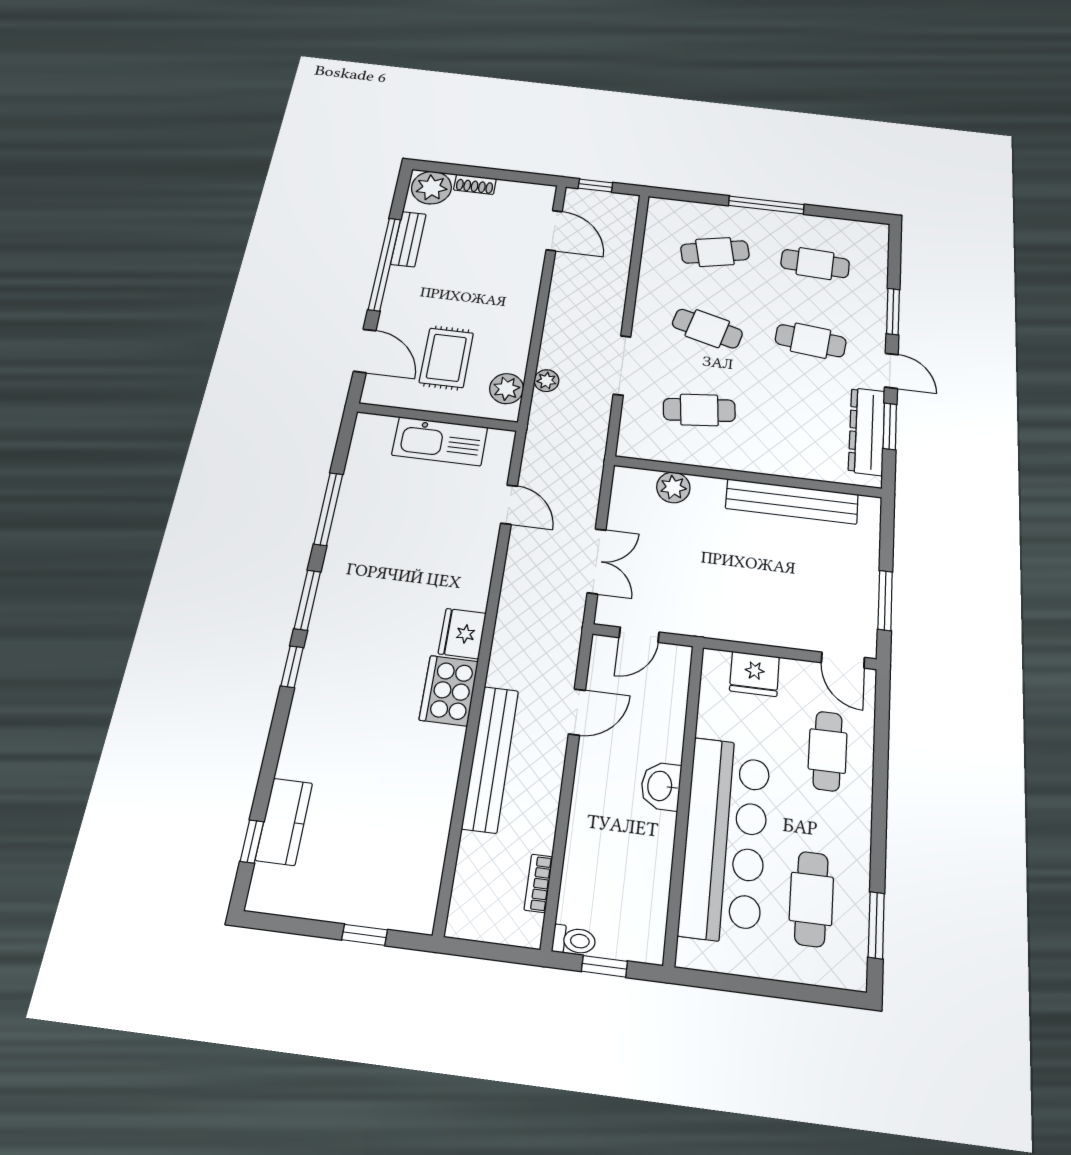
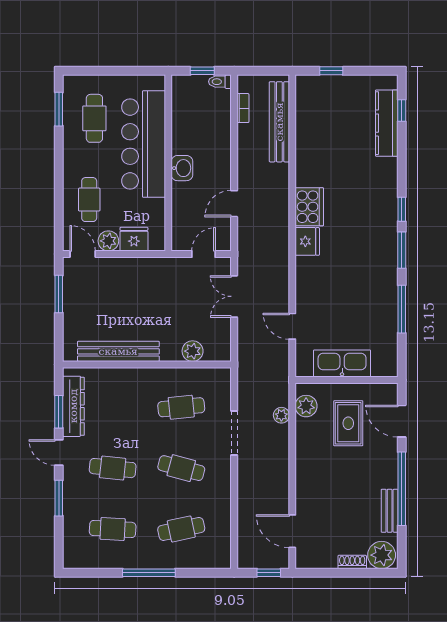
plant: (798, 676) -> (108, 241), added
bench: (490, 759) -> (279, 122), moved
kitchen counter: (284, 821) -> (387, 123), width x1.50

